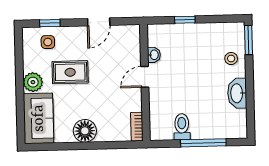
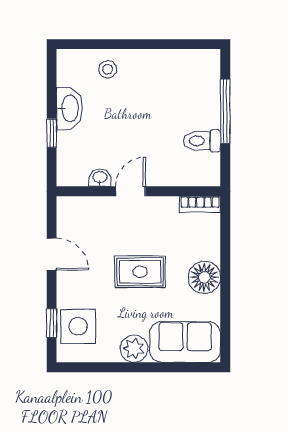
window: (249, 40) -> (82, 44), removed
side table: (48, 42) -> (78, 326), width x1.87, depth x1.87
rug: (70, 72) -> (140, 272), moved, turned 90
door: (145, 77) -> (131, 191), swing flipped
washbasin: (237, 93) -> (69, 108), moved, turned -90

